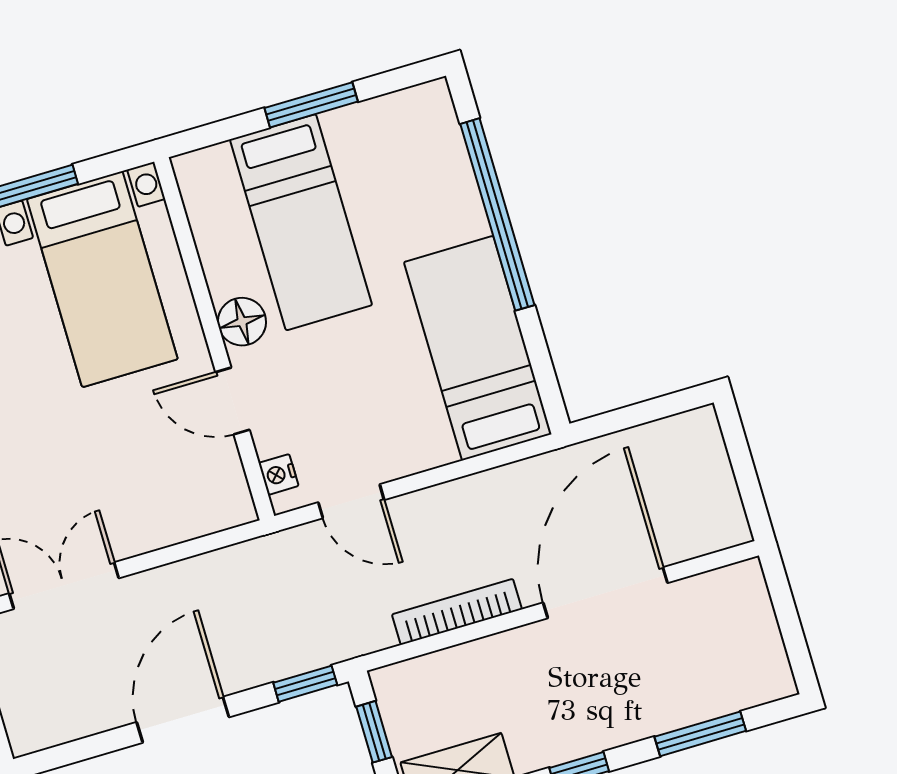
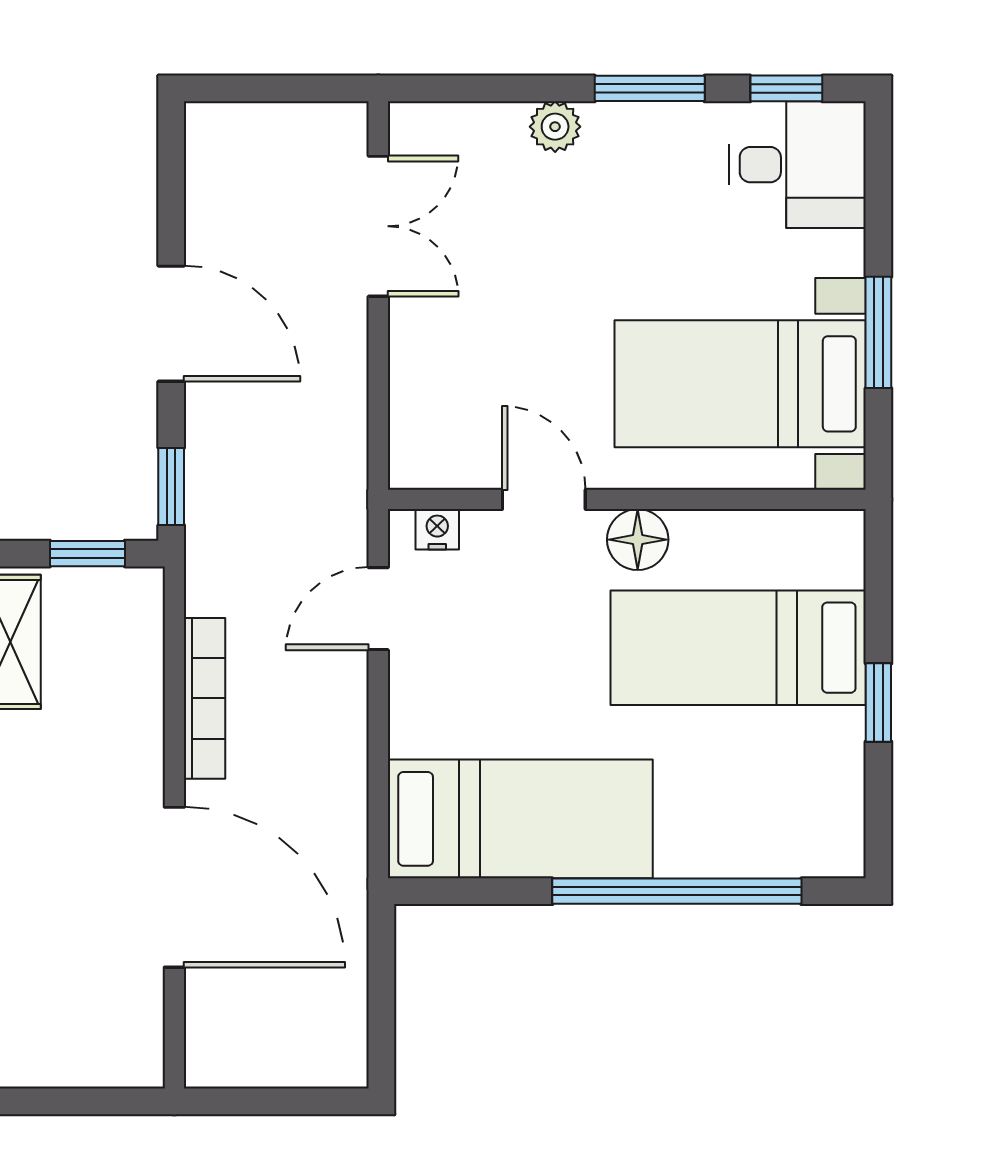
window: (311, 105) -> (878, 702), width x0.67
door: (233, 401) -> (544, 499), hinge flipped

